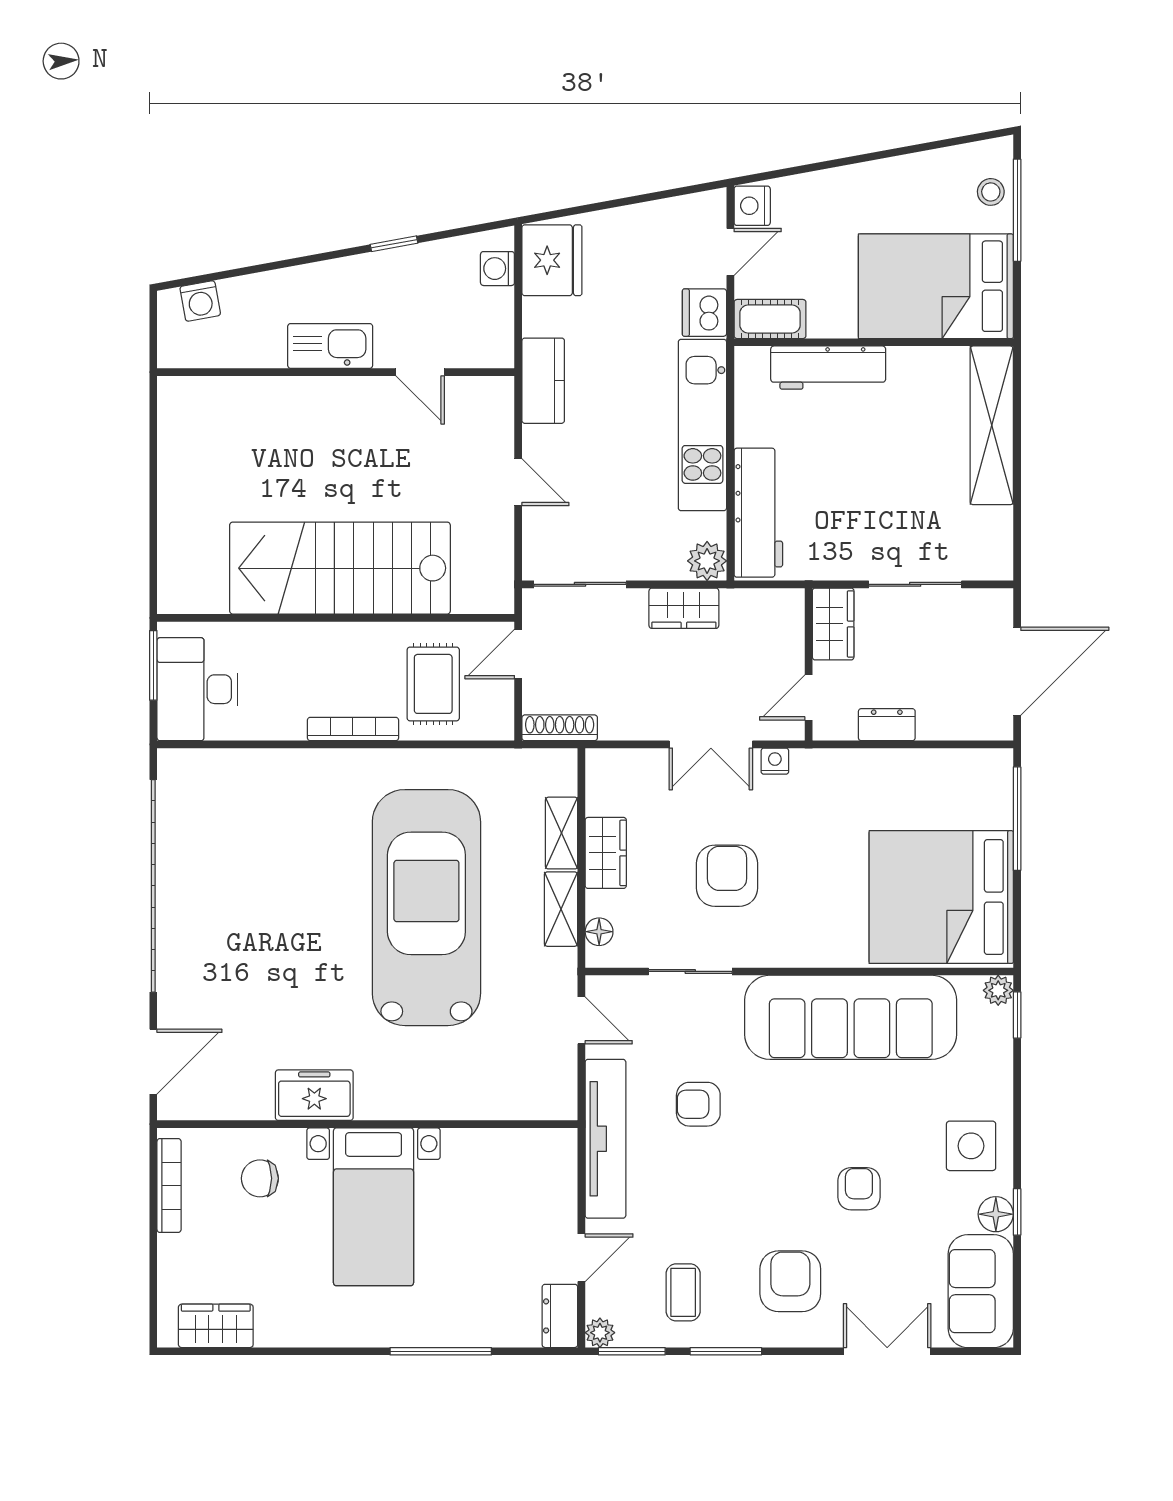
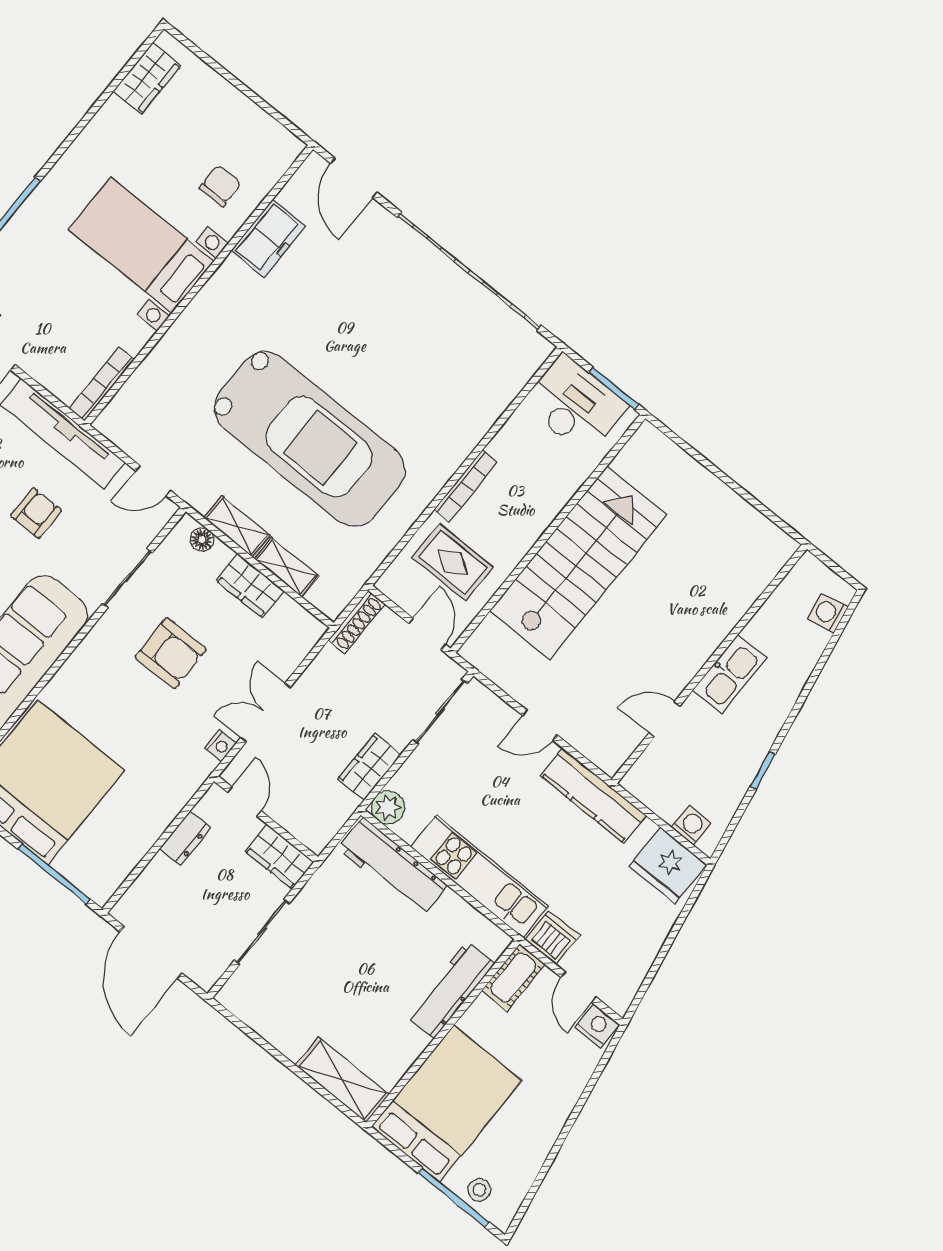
kitchen counter: (543, 381) -> (593, 796), width x1.50
shelving: (992, 425) -> (342, 1080), width x0.68
freezer: (314, 1095) -> (268, 238), moved
bookcase: (169, 1186) -> (102, 384), moved, turned 90

